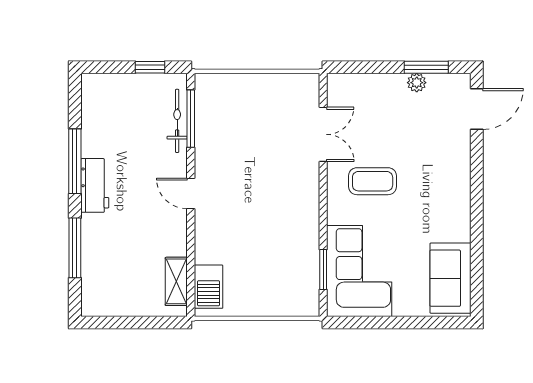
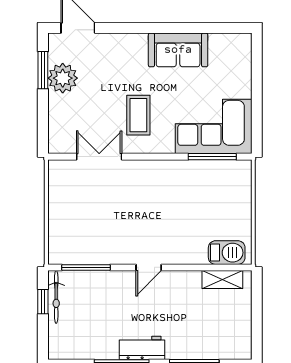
plant: (417, 83) -> (63, 78), width x1.88, depth x1.88
bicycle: (177, 121) -> (56, 297), moved, turned -90
window: (323, 270) -> (212, 157), width x1.44
sofa: (450, 278) -> (178, 50), moved

